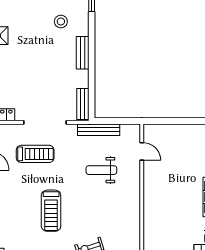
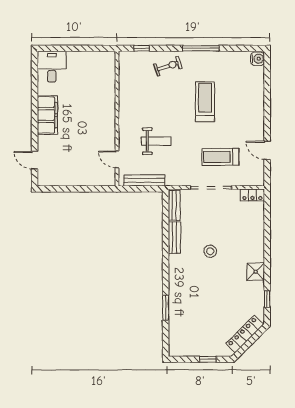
stool: (61, 21) -> (210, 251), moved
bench: (83, 53) -> (174, 238), moved
bench: (99, 130) -> (144, 180), moved

